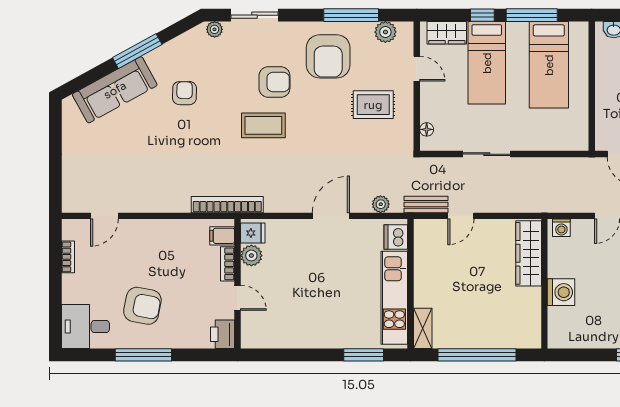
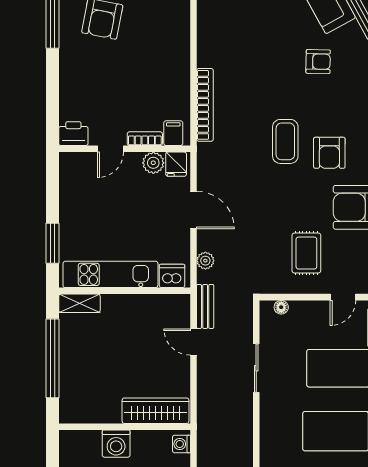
fridge: (253, 233) -> (176, 164), moved
filing cabinet: (222, 236) -> (173, 133), moved
plant: (251, 256) -> (153, 163), moved
bookcase: (228, 264) -> (145, 139), moved
wall: (238, 284) -> (125, 149), moved
door: (238, 298) -> (110, 149), moved
printer: (223, 334) -> (73, 134), moved

